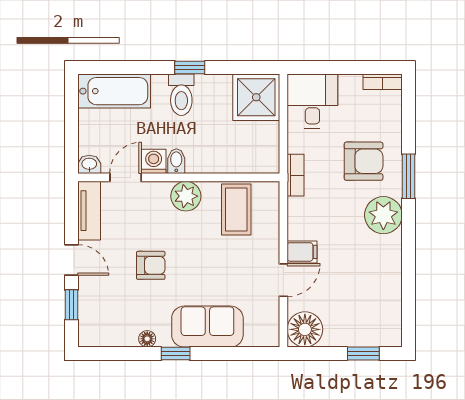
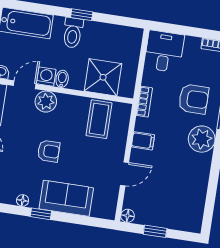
shower: (256, 97) -> (103, 77), moved
plant: (186, 196) -> (46, 102), moved
filing cabinet: (302, 252) -> (143, 141), moved
armchair: (151, 265) -> (49, 151), moved
floor lamp: (305, 329) -> (128, 216), width x0.53, depth x0.53
window: (363, 354) -> (155, 231), moved

